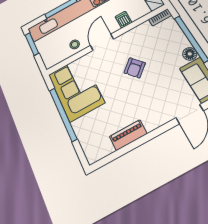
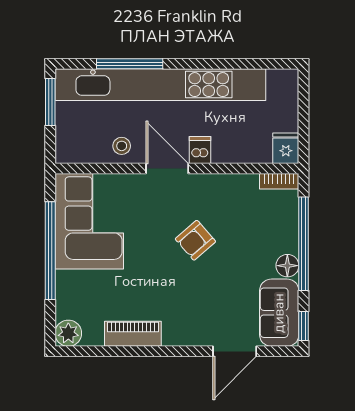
dishwasher: (124, 20) -> (200, 150), moved
door: (102, 42) -> (167, 169), hinge flipped
plant: (93, 154) -> (68, 333), added

